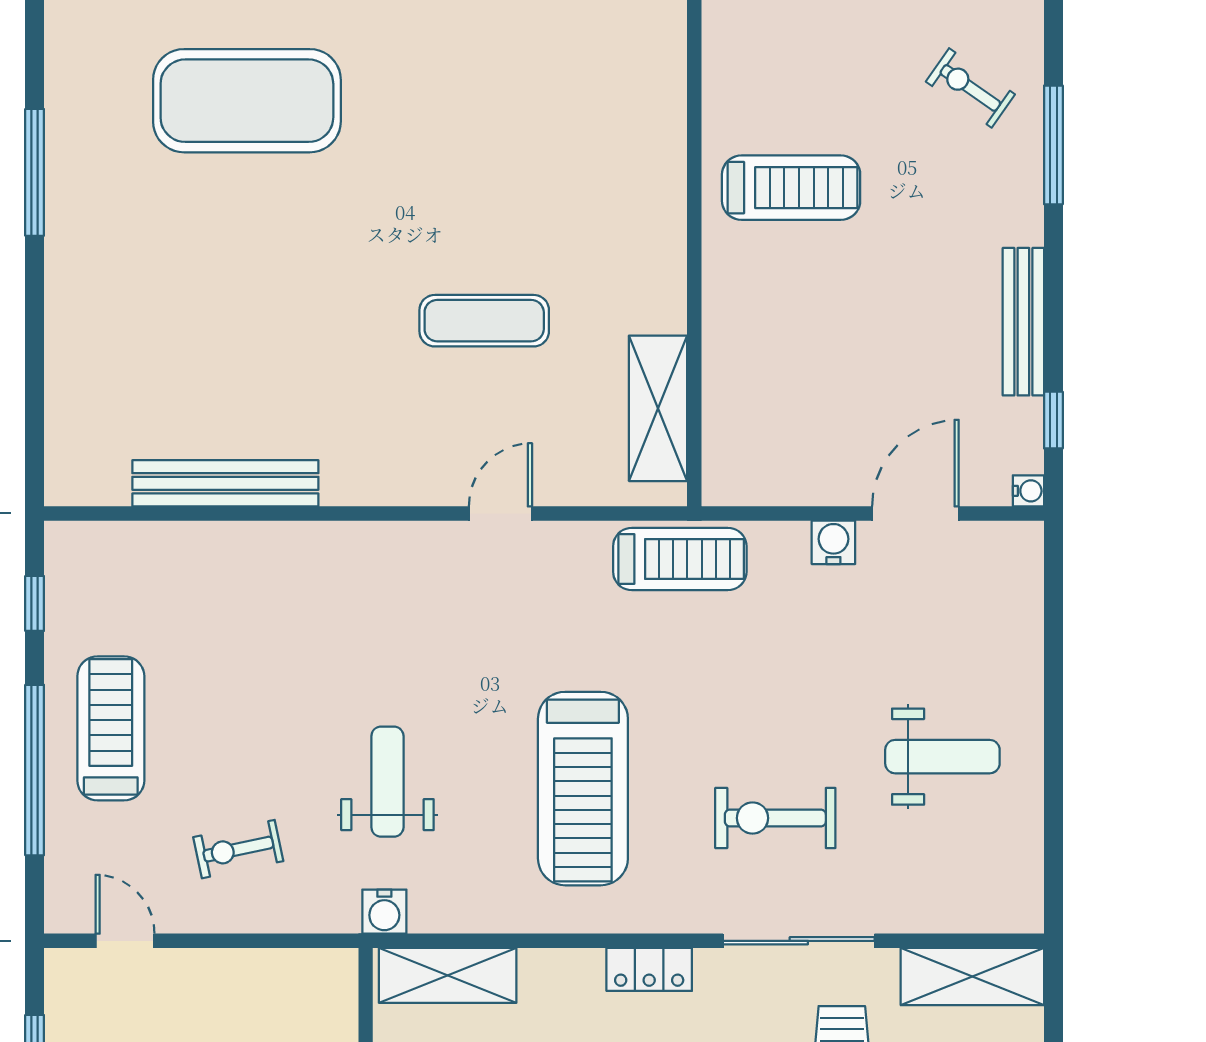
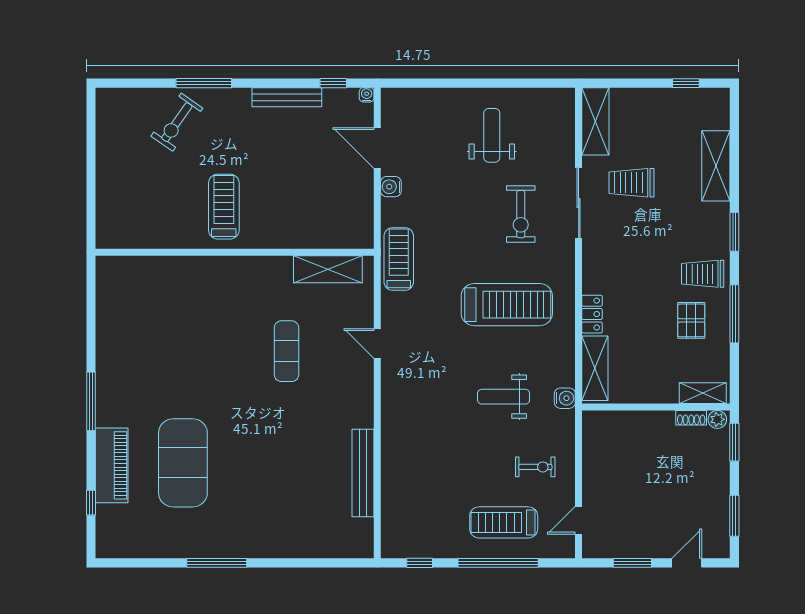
exercise bike: (970, 88) -> (177, 122), width x1.38, depth x1.39
treadmill: (111, 728) -> (504, 522), moved
exercise bike: (238, 849) -> (535, 467), turned -78
locker: (649, 969) -> (592, 314), moved

